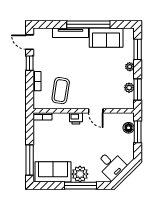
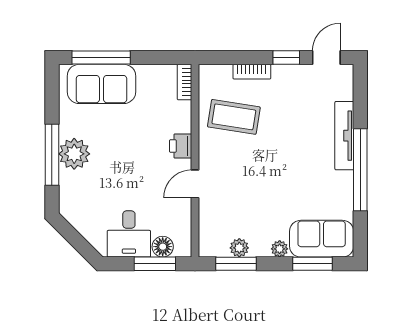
sofa: (106, 38) -> (322, 239), moved, turned 90
desk: (111, 165) -> (129, 234), moved, turned -45
sofa: (53, 172) -> (101, 84), moved, turned 90

